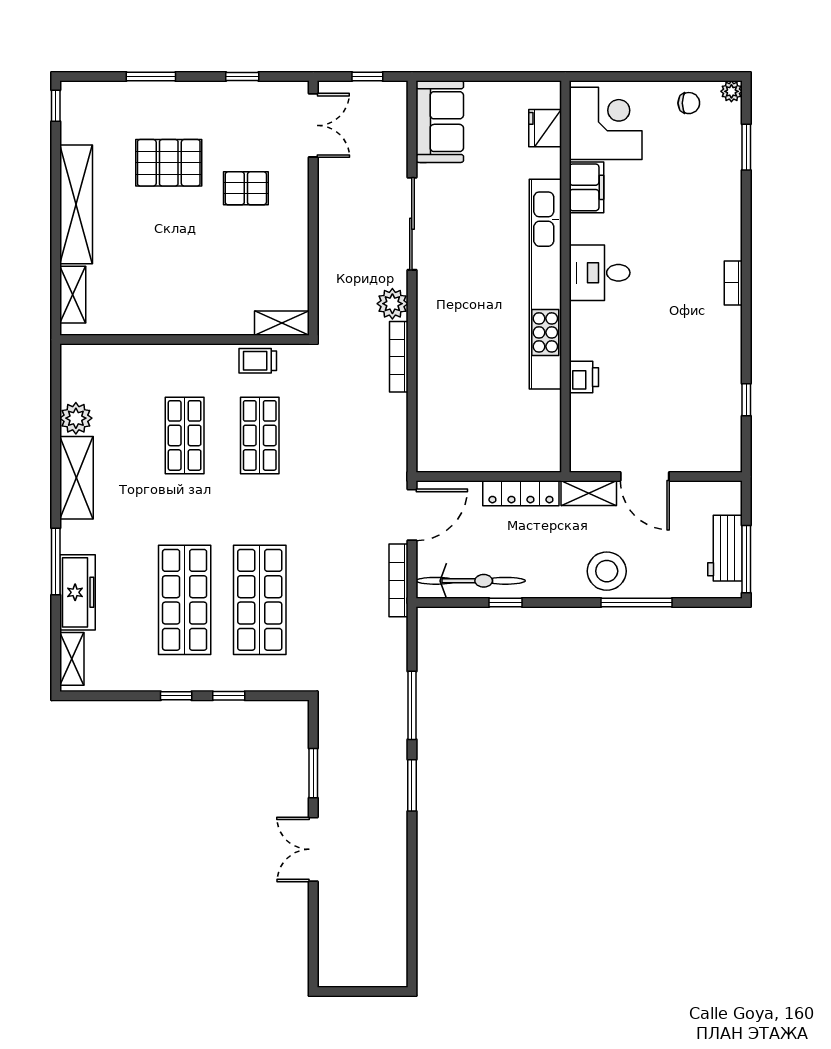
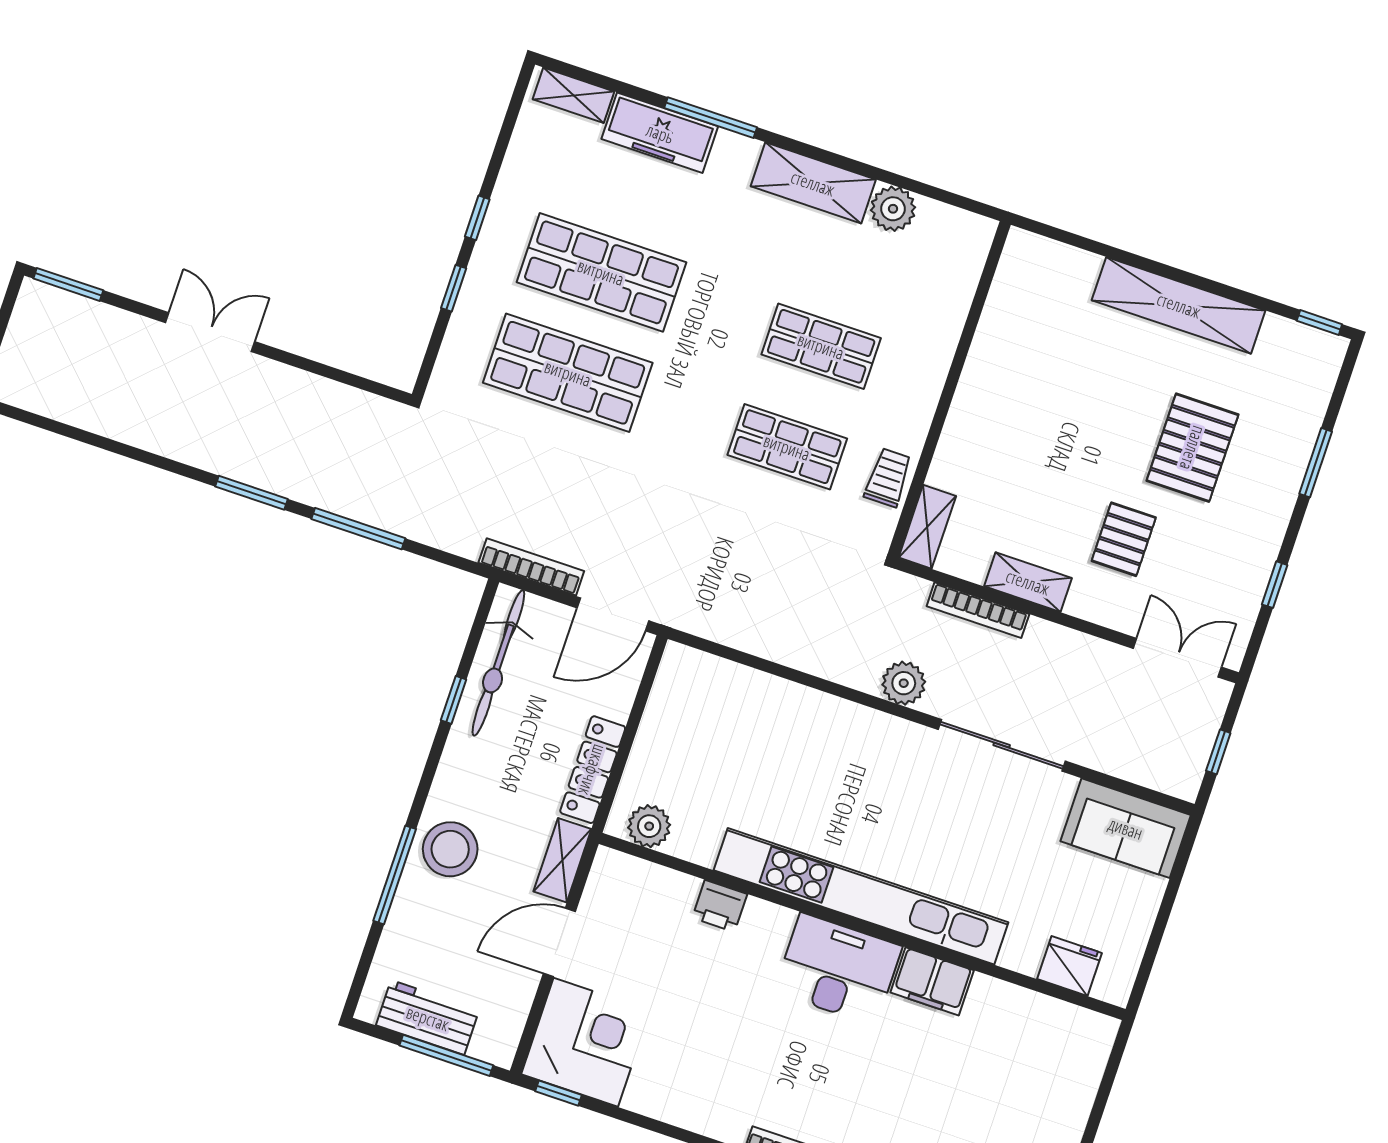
corner desk: (606, 123) -> (586, 1042), moved, turned -90
double door: (313, 125) -> (1177, 658), swing flipped
filing cabinet: (587, 187) -> (932, 981), moved
desk: (600, 273) -> (838, 969), width x1.37
shelving: (73, 295) -> (1028, 582), moved
bookcase: (399, 357) -> (978, 610), moved, turned 180
window: (746, 400) -> (558, 1093), moved
plant: (546, 442) -> (649, 826), added
door: (412, 515) -> (613, 614), hinge flipped
window: (746, 559) -> (446, 1055), moved
window: (313, 773) -> (68, 284), moved

